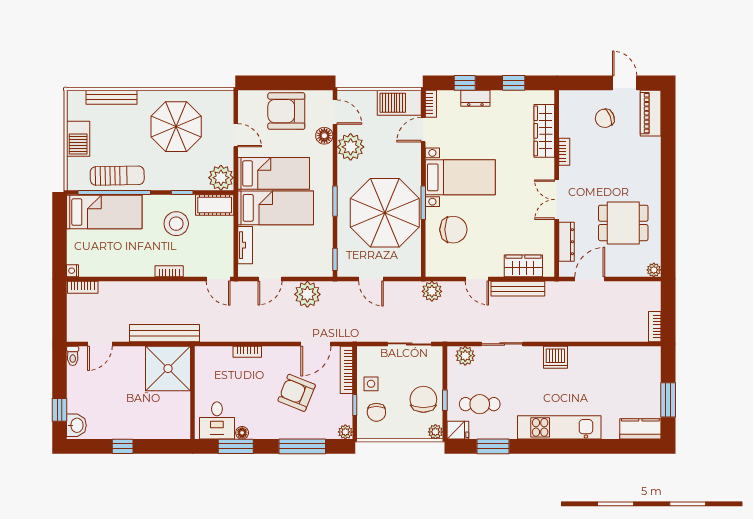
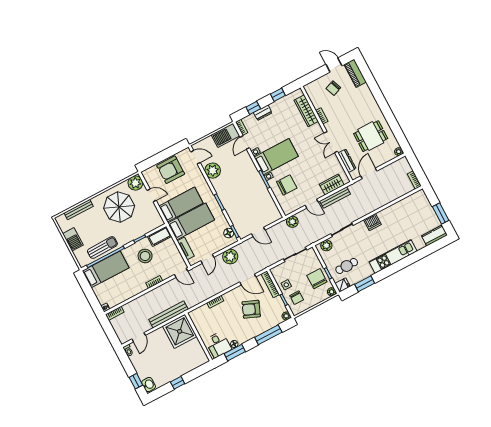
floor lamp: (324, 136) -> (229, 233), moved
plant: (221, 178) -> (135, 183), moved
parasol: (385, 213) -> (247, 195), removed
door: (316, 344) -> (248, 279), hinge flipped

